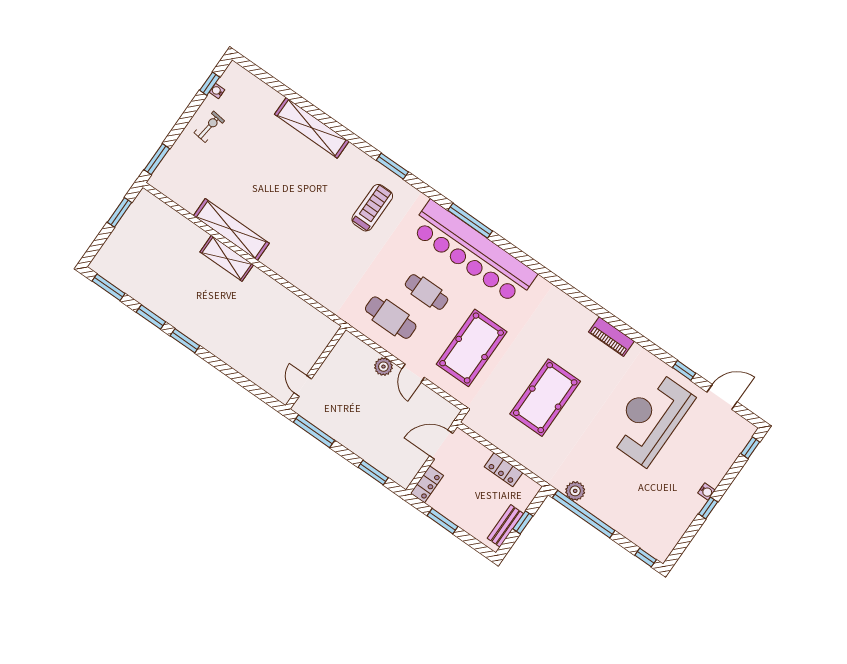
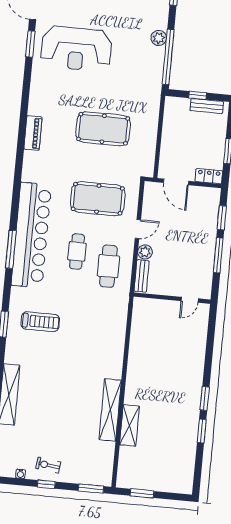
window: (210, 84) -> (46, 484), moved
treadmill: (372, 208) -> (40, 322), turned 180
shelving: (227, 258) -> (130, 425), moved
window: (108, 287) -> (198, 472), removed
piano: (611, 337) -> (33, 133), moved
bench: (359, 348) -> (142, 276), added
window: (684, 370) -> (30, 44), width x1.50
window: (314, 431) -> (218, 255), moved
locker: (503, 470) -> (169, 129), removed
plant: (575, 491) -> (159, 38), moved

